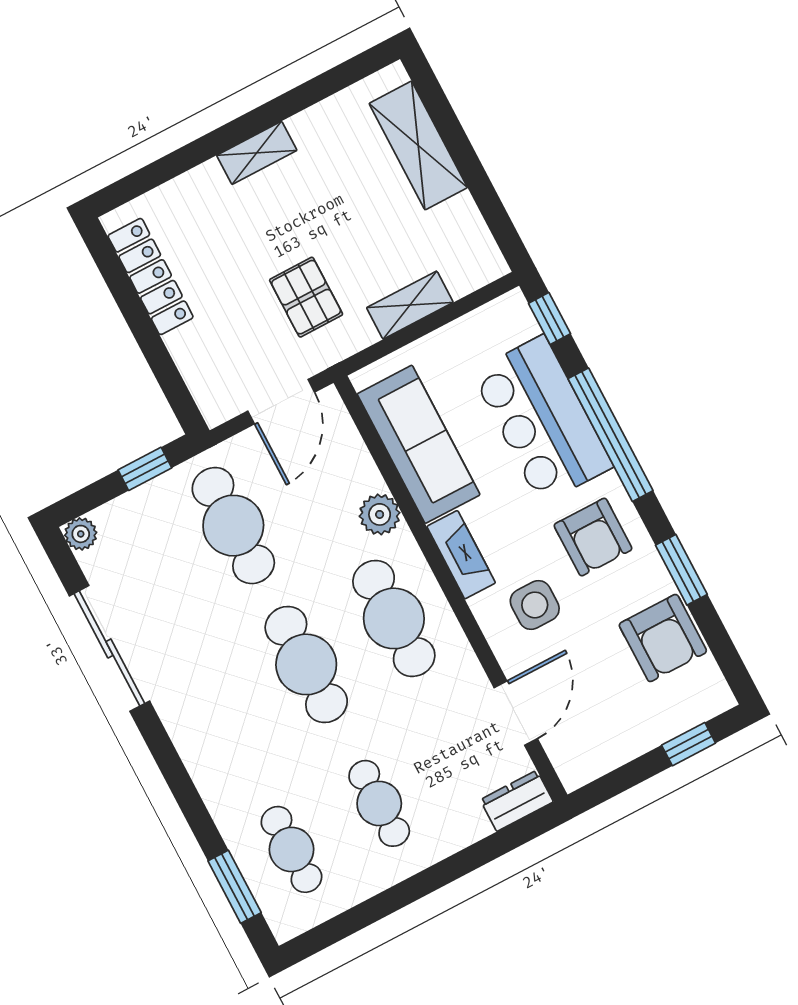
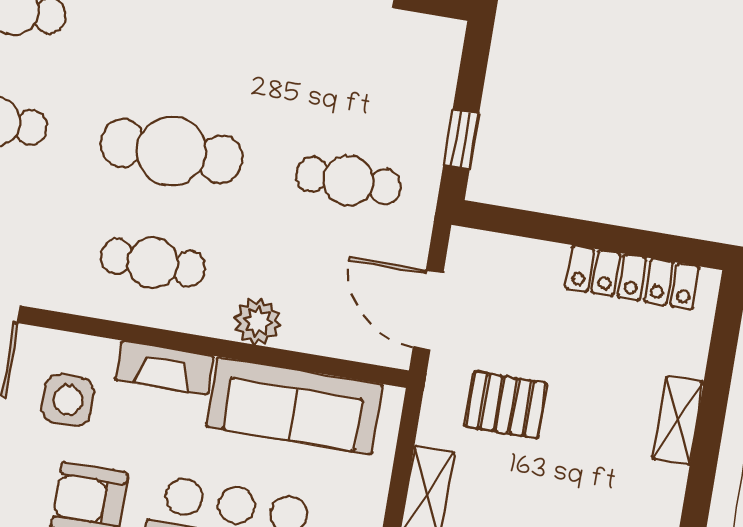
shelving: (257, 153) -> (678, 420), moved
cafe table: (233, 526) -> (348, 181), width x0.73, depth x0.74
plant: (81, 534) -> (446, 36), removed
cafe table: (394, 618) -> (153, 263), width x0.73, depth x0.74

